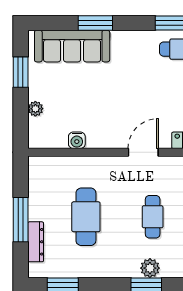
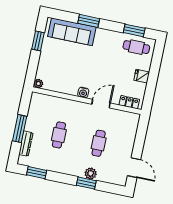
plant: (35, 109) -> (38, 84), moved
water cooler: (77, 140) -> (83, 93), moved
cafe table: (86, 217) -> (59, 135), width x0.73, depth x0.74

